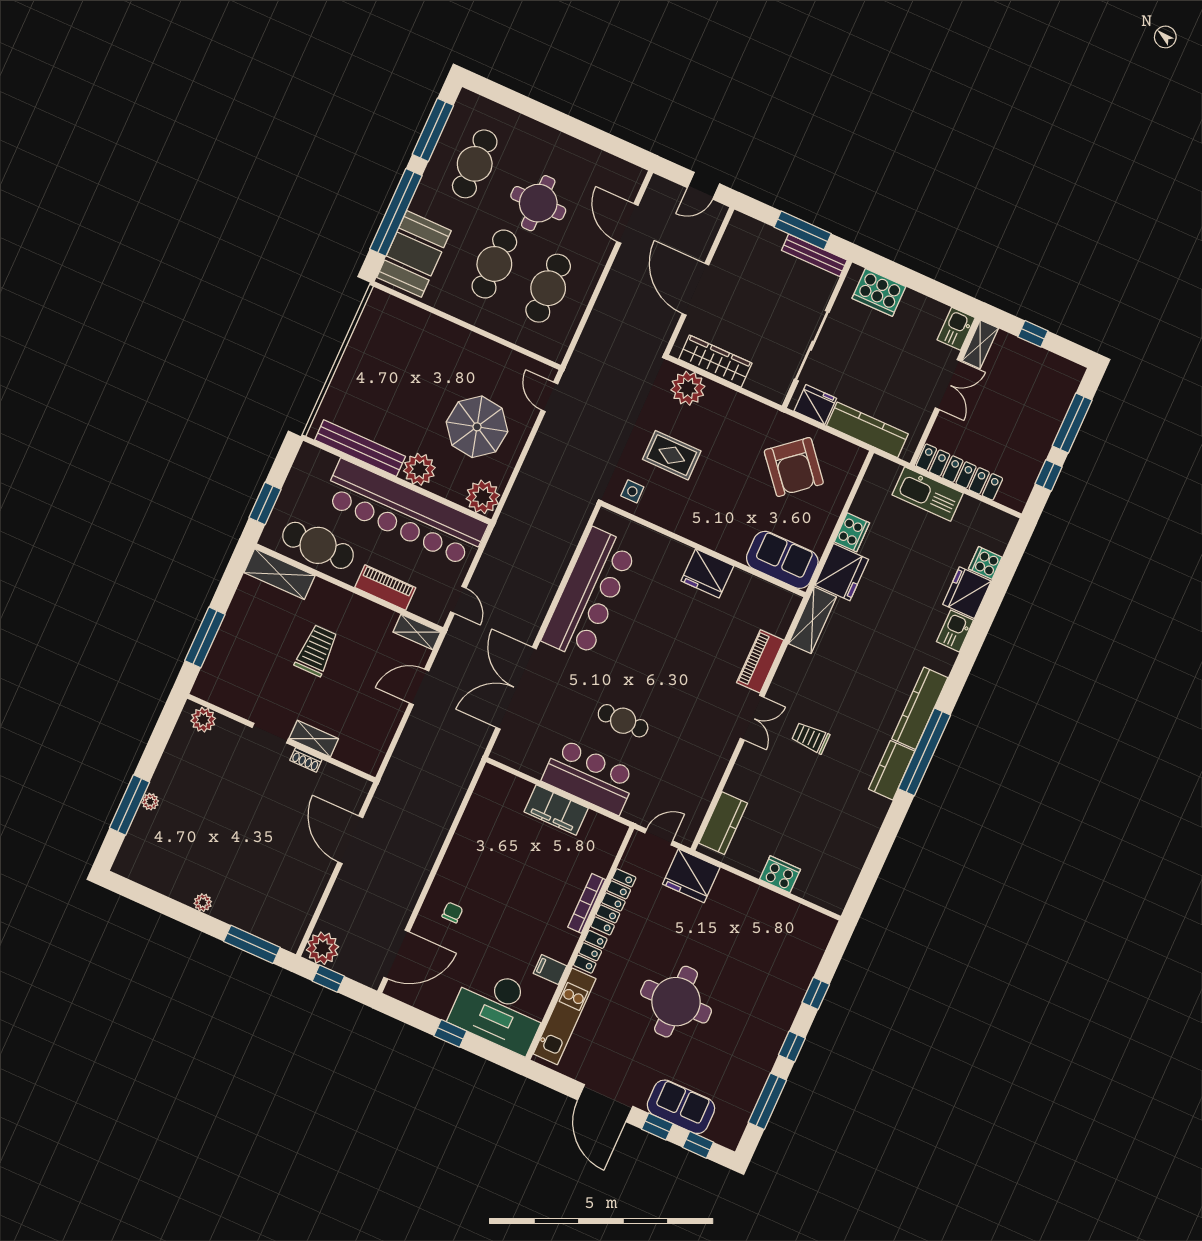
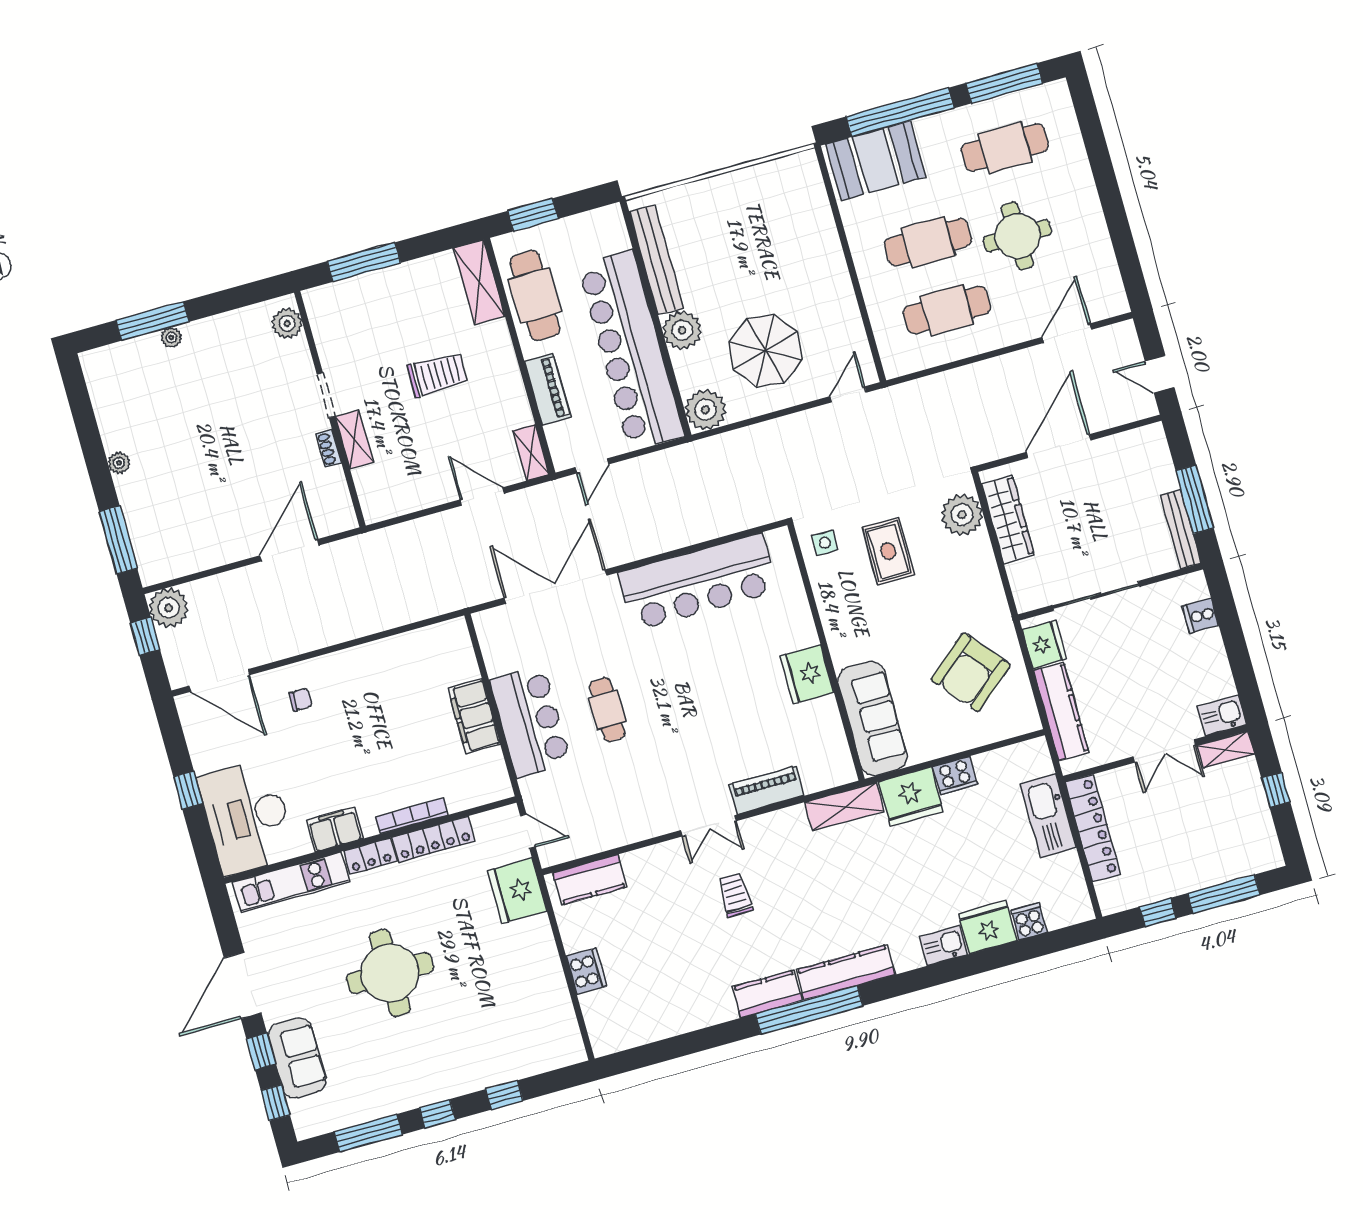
cooker: (879, 292) -> (1201, 616), width x0.53, depth x0.76
sofa: (782, 560) -> (873, 718), width x1.36
filing cabinet: (550, 970) -> (335, 829), width x2.00

